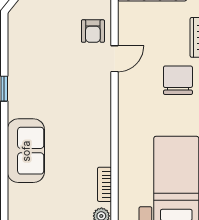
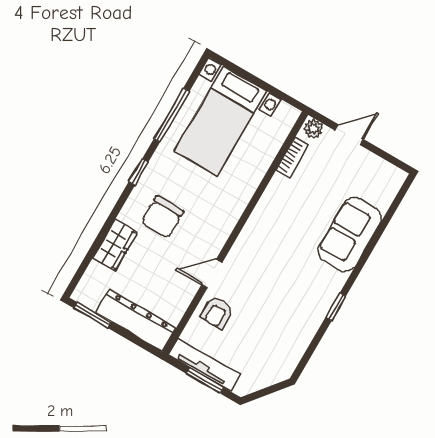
armchair: (93, 31) -> (217, 313), turned 180

